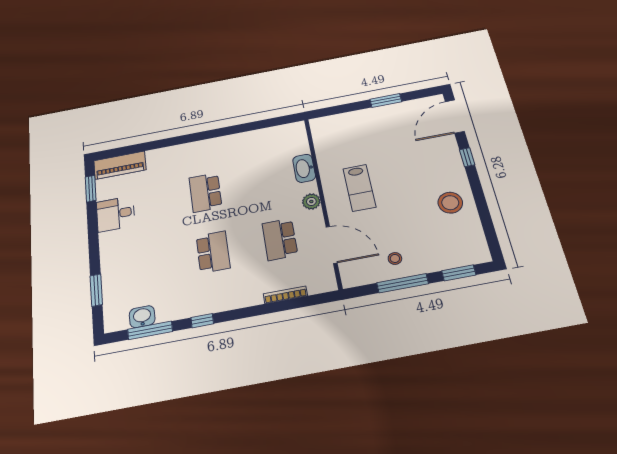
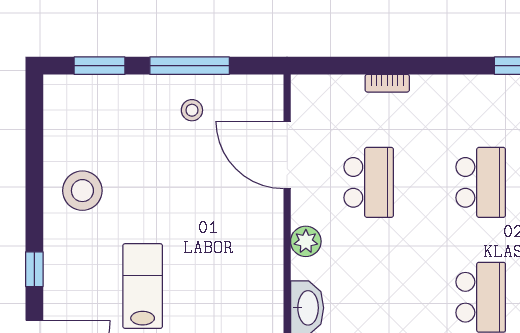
lab bench: (359, 188) -> (143, 286), moved
school desk: (213, 252) -> (481, 182), turned 180
bookcase: (285, 295) -> (387, 83), width x0.64

